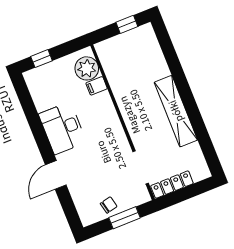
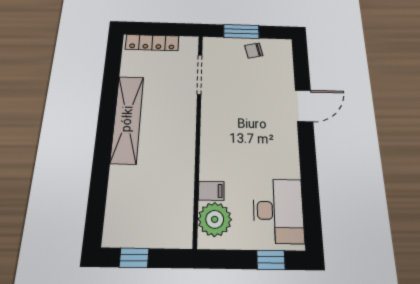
desk: (62, 128) -> (278, 211), moved
locker: (172, 185) -> (152, 43), moved

